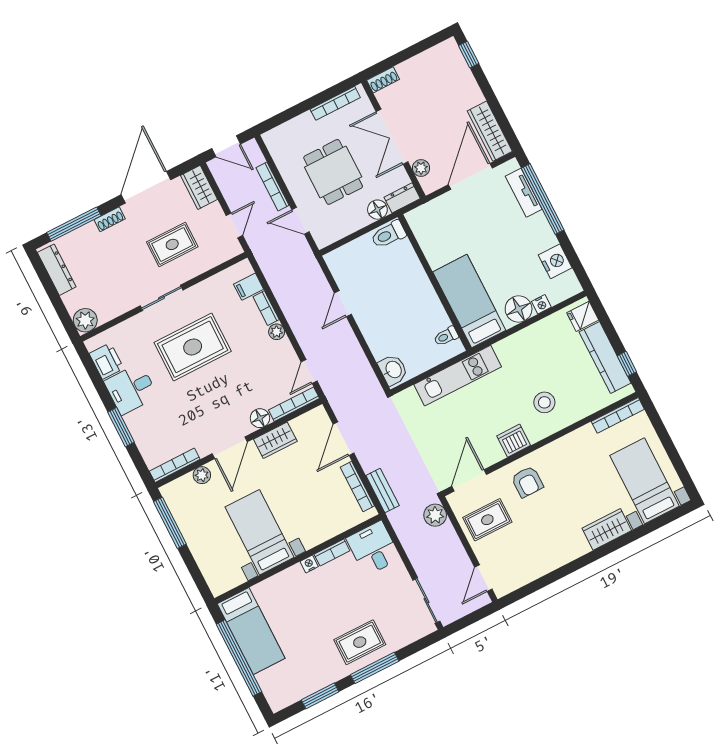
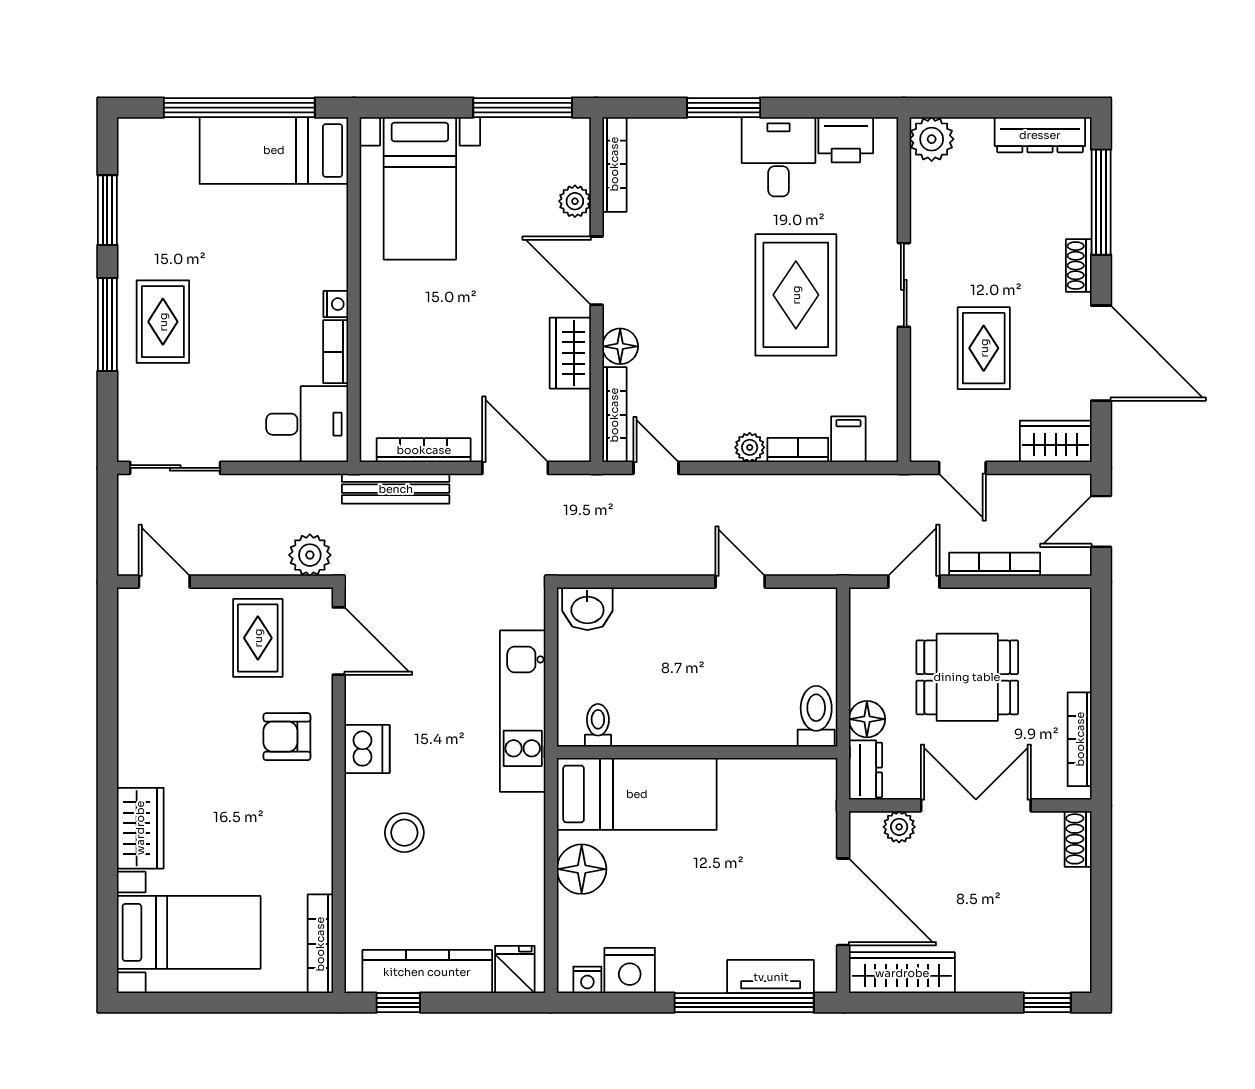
nightstand: (541, 304) -> (587, 980), moved, turned -90
bench: (383, 490) -> (396, 489), width x1.36
bed with nightstands: (260, 532) -> (420, 188), moved, turned 90

